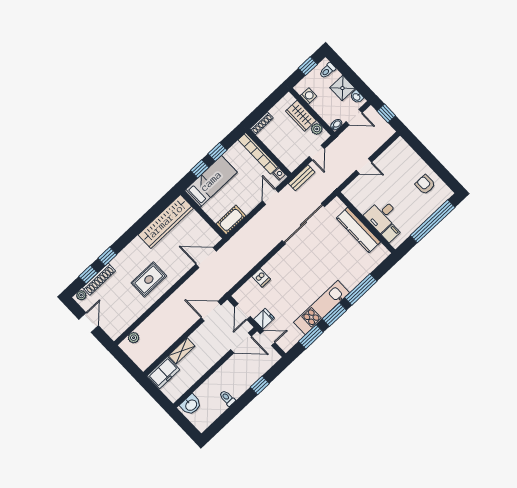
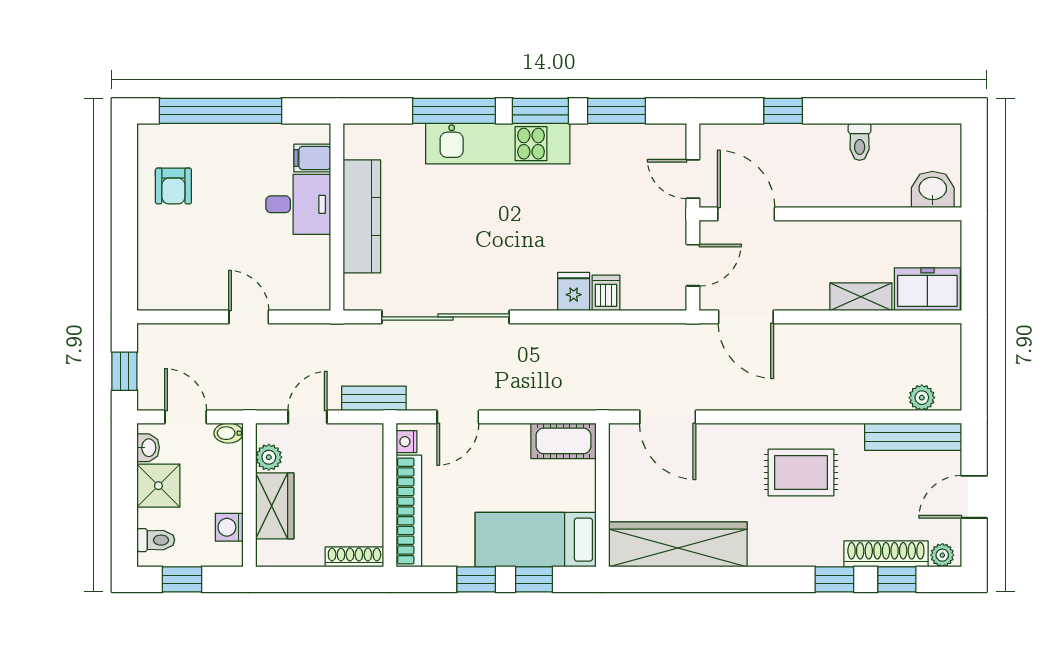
kitchen unit: (322, 308) -> (498, 144), moved
fridge: (264, 319) -> (574, 292), moved, turned 90
bench: (125, 323) -> (913, 437), added

